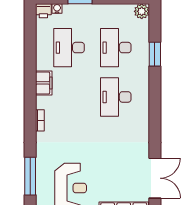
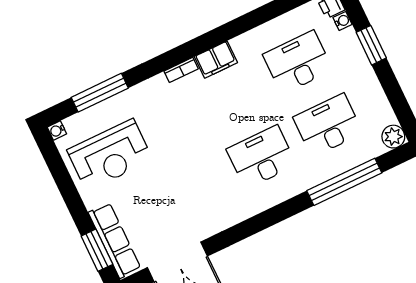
window: (155, 54) -> (344, 182), width x2.11
filing cabinet: (44, 83) -> (216, 60), moved

